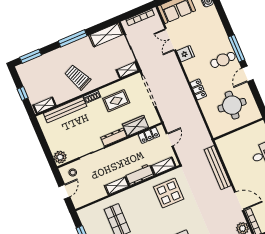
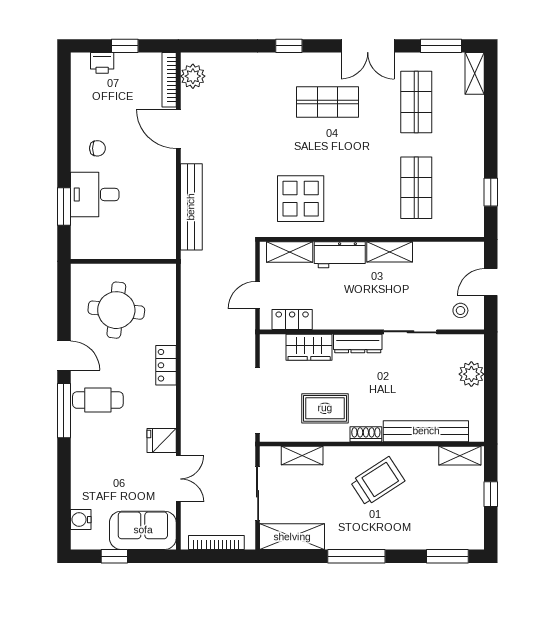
shelving: (128, 70) -> (302, 456), moved
door: (247, 74) -> (64, 355), hinge flipped
trolley: (78, 77) -> (378, 481), turned -98
plant: (60, 157) -> (471, 374), moved

